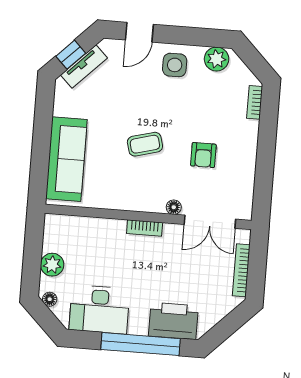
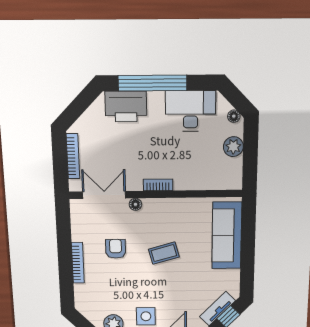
bookcase: (255, 102) -> (78, 263), moved, width x1.56

